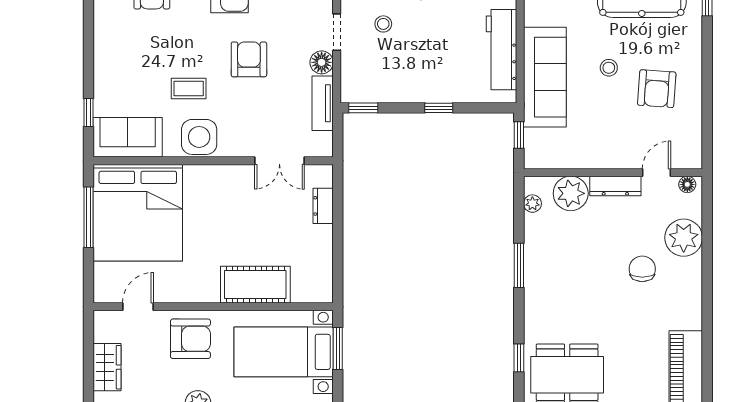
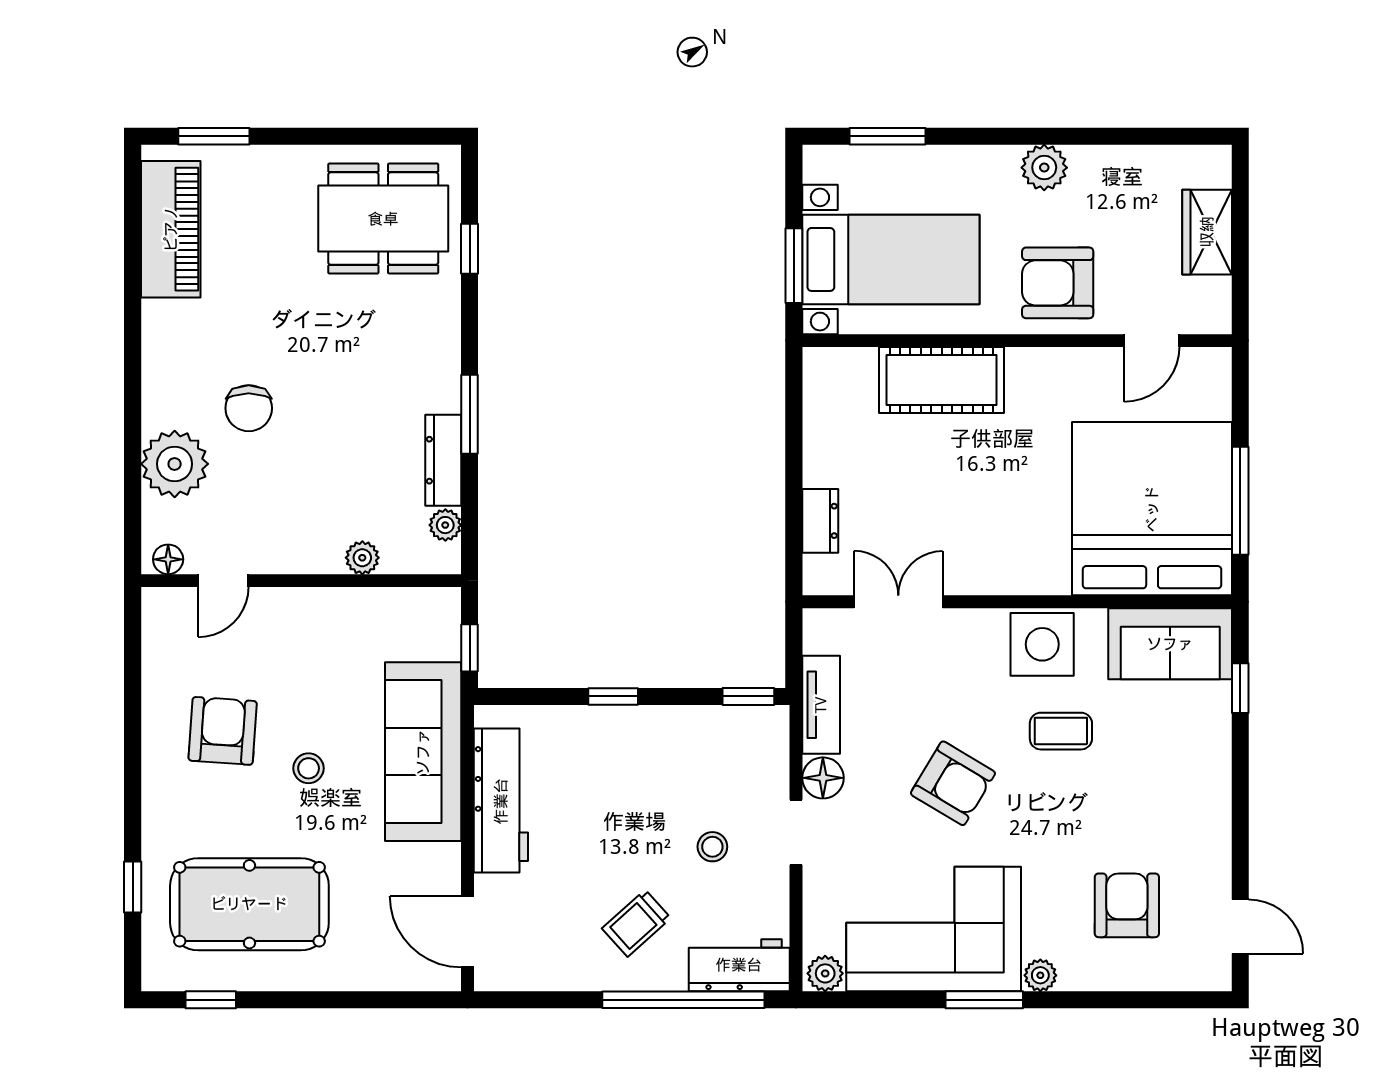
armchair: (249, 59) -> (953, 783), turned -59
dresser: (615, 186) -> (443, 460), moved, turned -90
plant: (571, 193) -> (362, 558), width x0.53, depth x0.53

